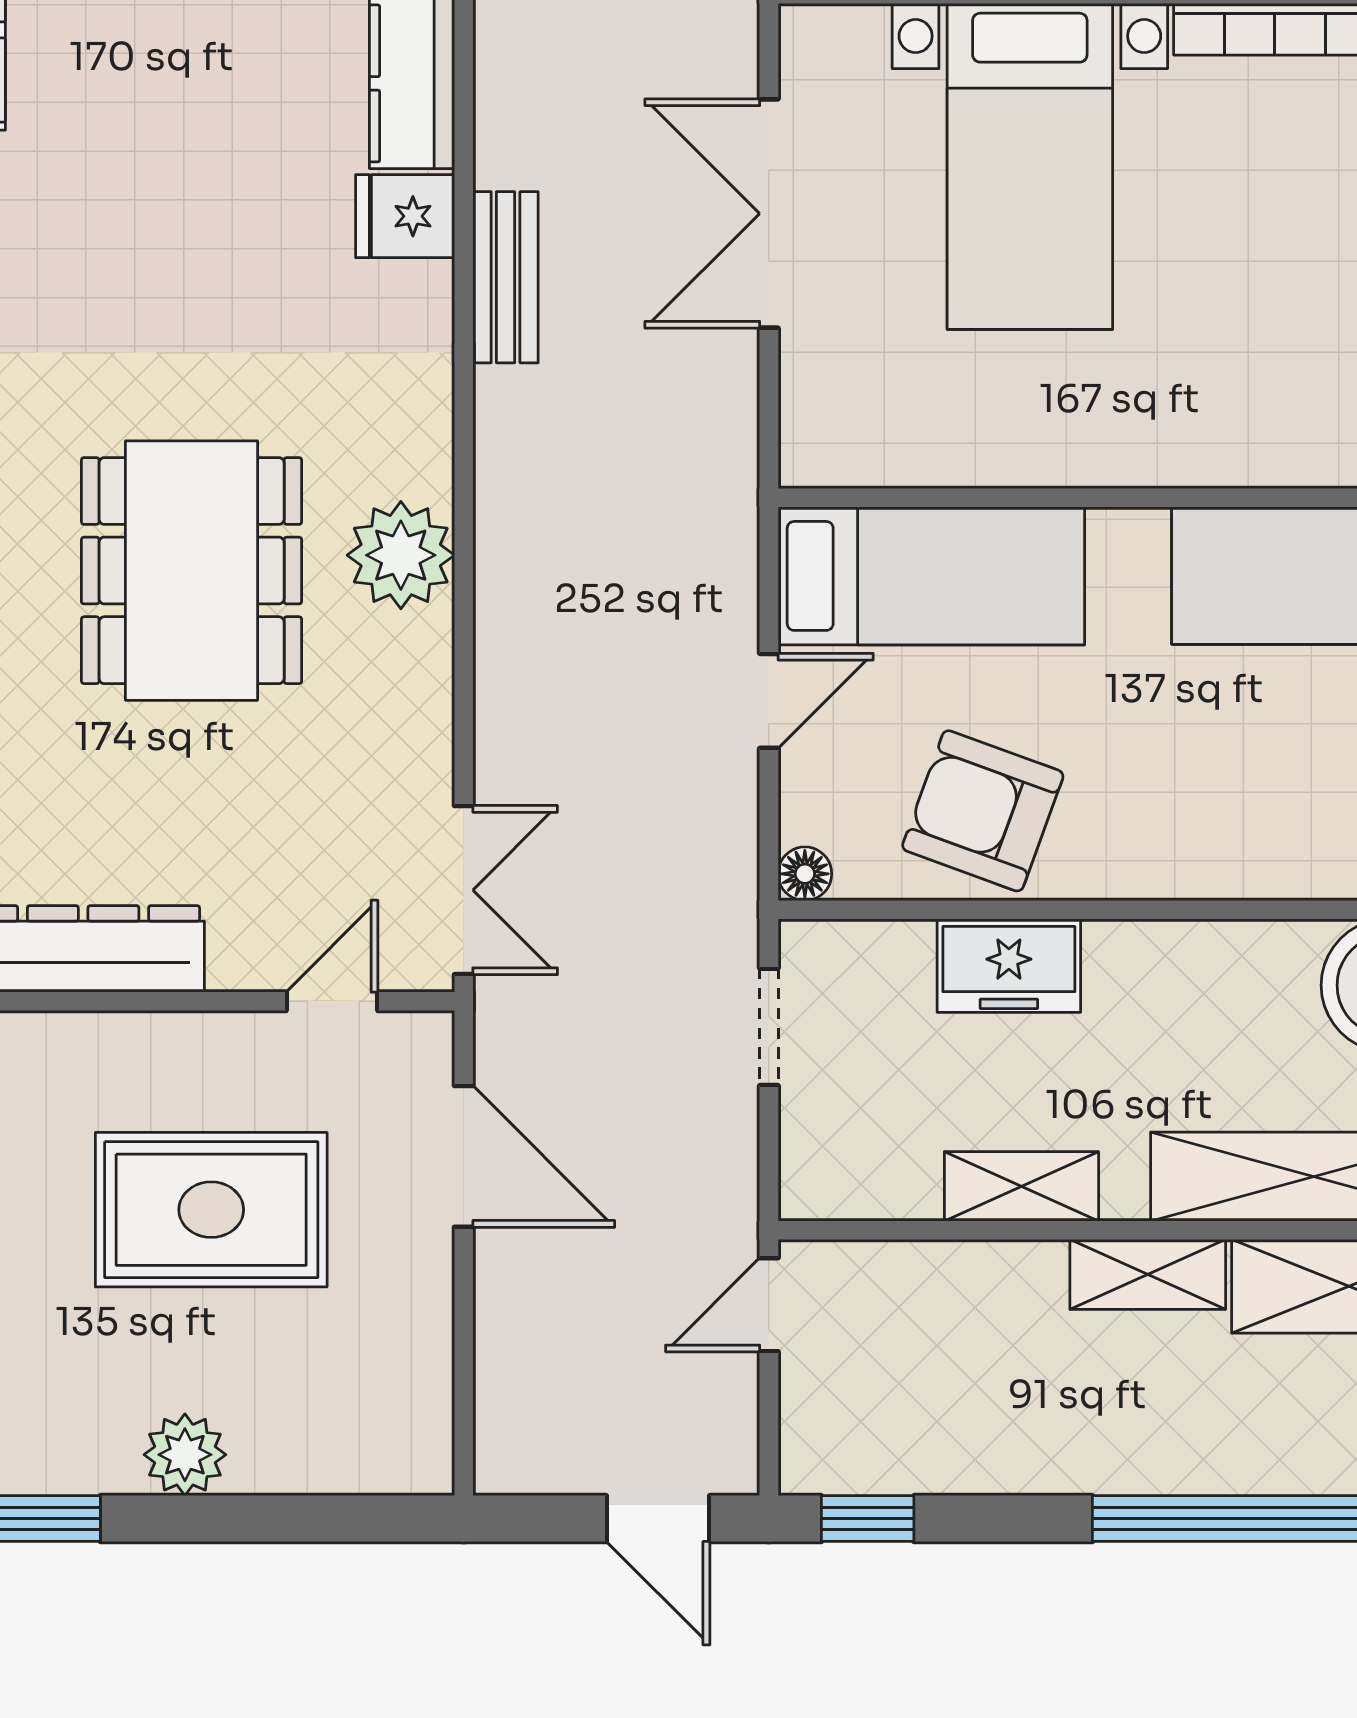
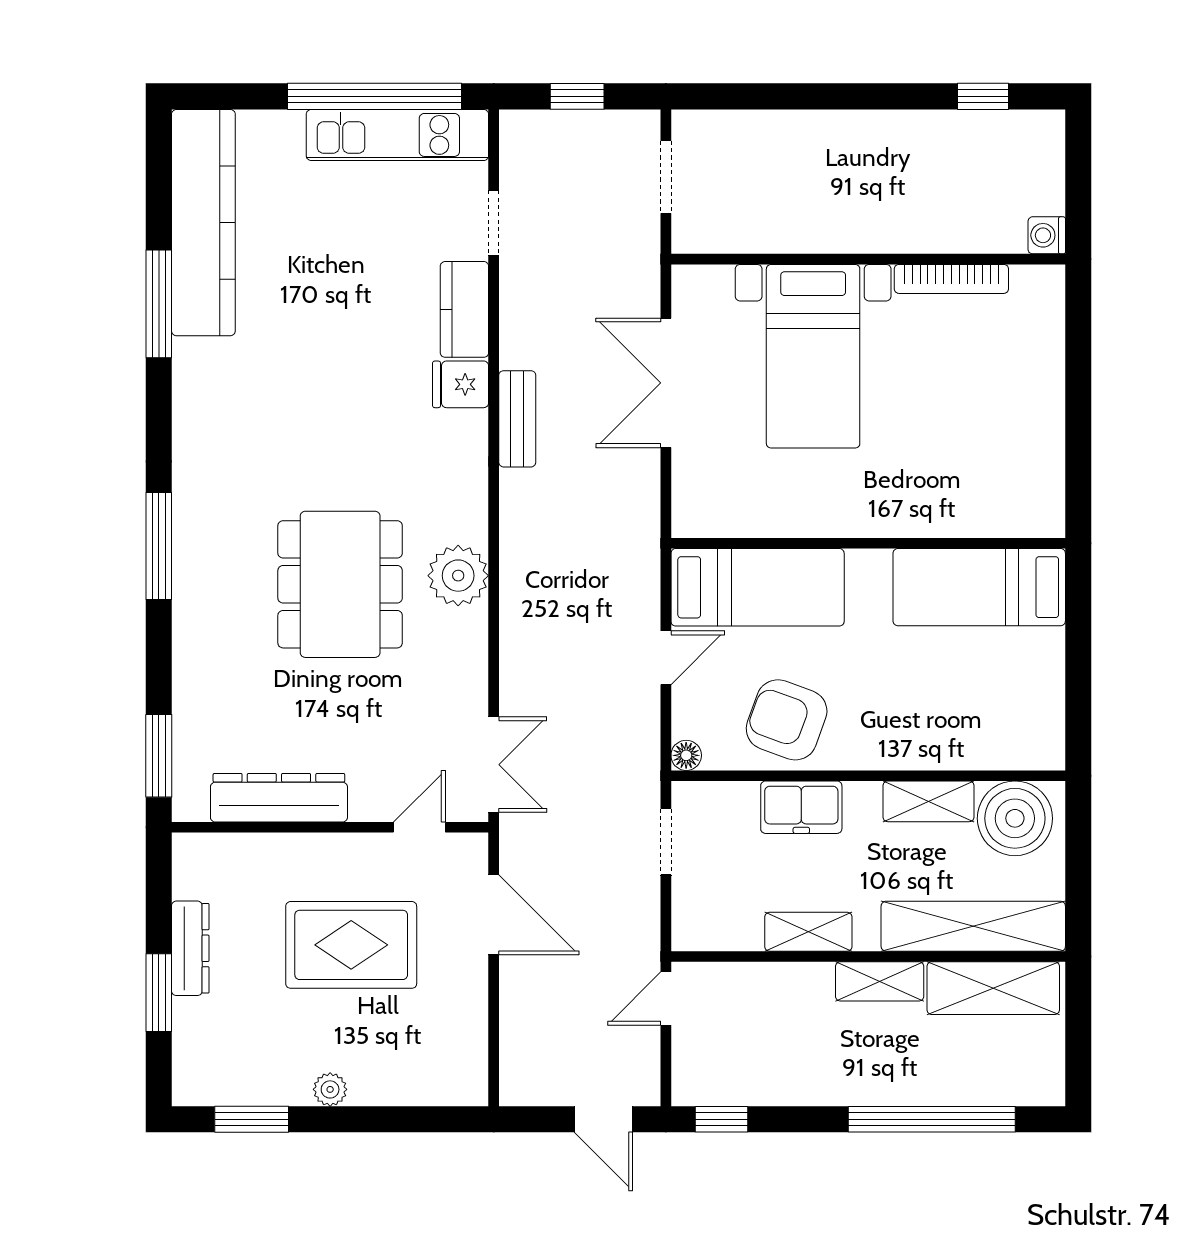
shelving: (1234, 955) -> (929, 801), added
plant: (185, 1455) -> (330, 1089), width x0.73, depth x0.73

